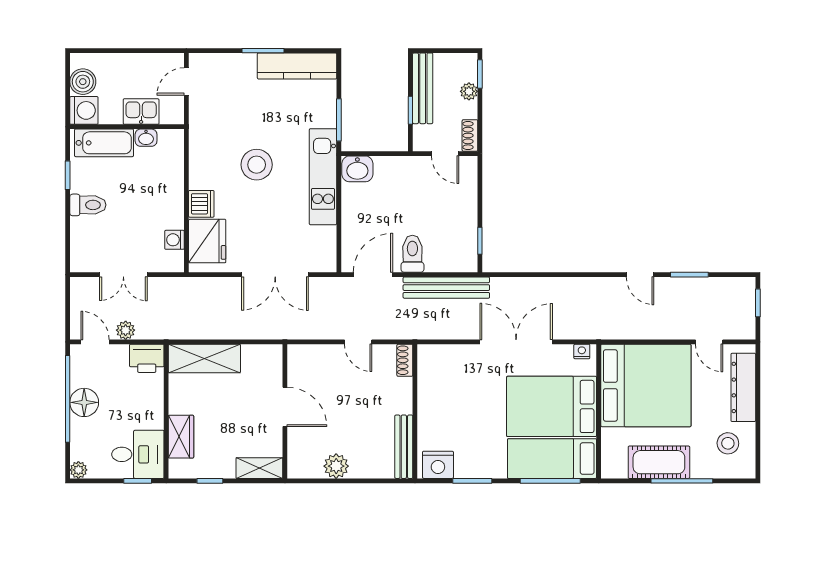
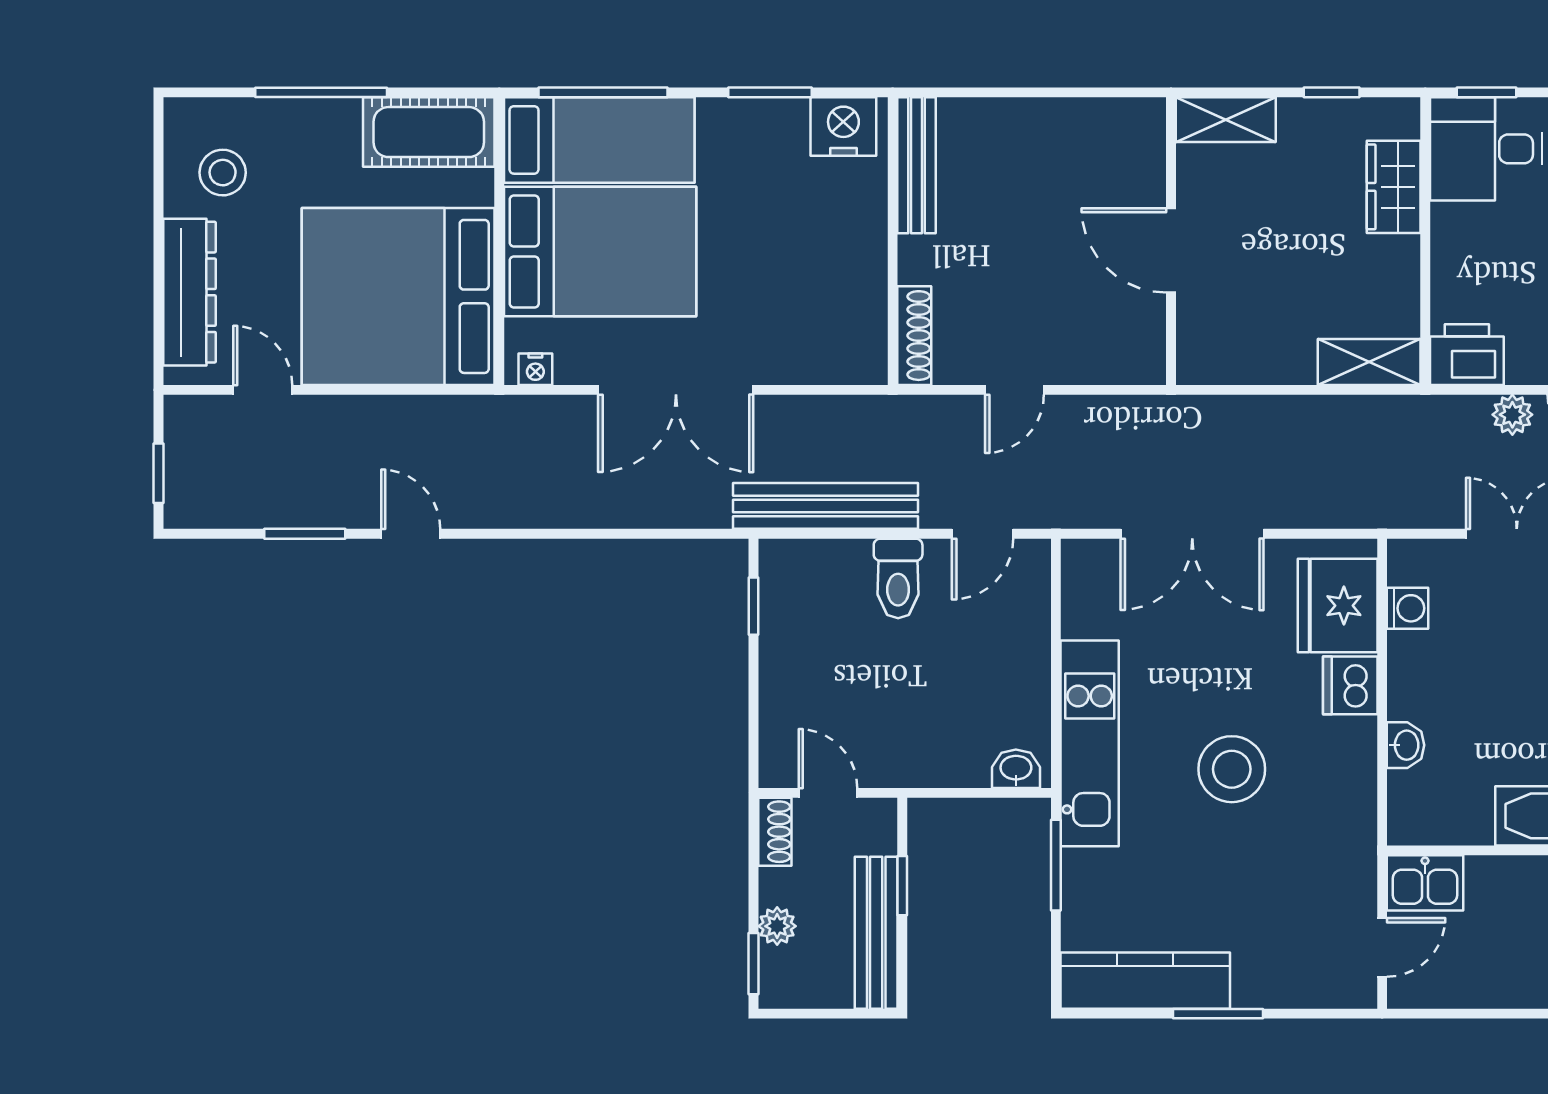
kitchen sink: (141, 112) -> (1425, 883), moved
washbasin: (146, 138) -> (1406, 745), moved, turned 90
washbasin: (357, 169) -> (1016, 769), width x0.72, depth x0.69
double door: (275, 275) -> (1192, 534), swing flipped
door: (373, 275) -> (983, 534), width x0.73
door: (358, 342) -> (1014, 390), swing flipped
shelving: (204, 358) -> (1369, 362), width x0.67, depth x0.75
shoe rack: (405, 360) -> (914, 336), width x1.43
cot: (659, 462) -> (429, 132), moved
plant: (336, 466) -> (1061, 124), removed

